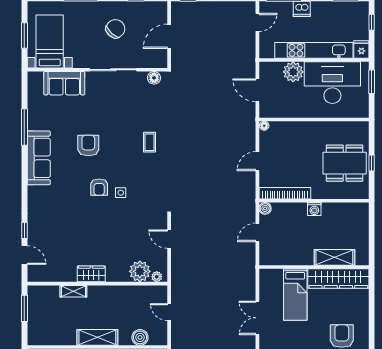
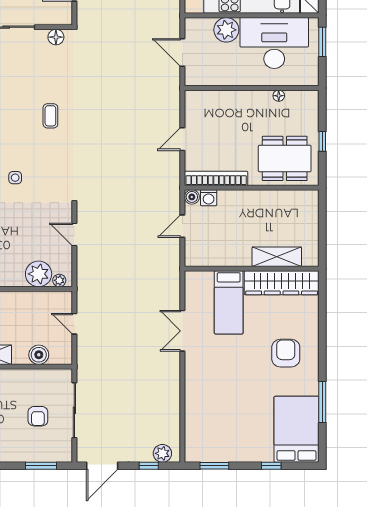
floor lamp: (264, 126) -> (279, 96), moved
dining table: (345, 163) -> (285, 158), moved
washing machine: (314, 209) -> (209, 198), moved

